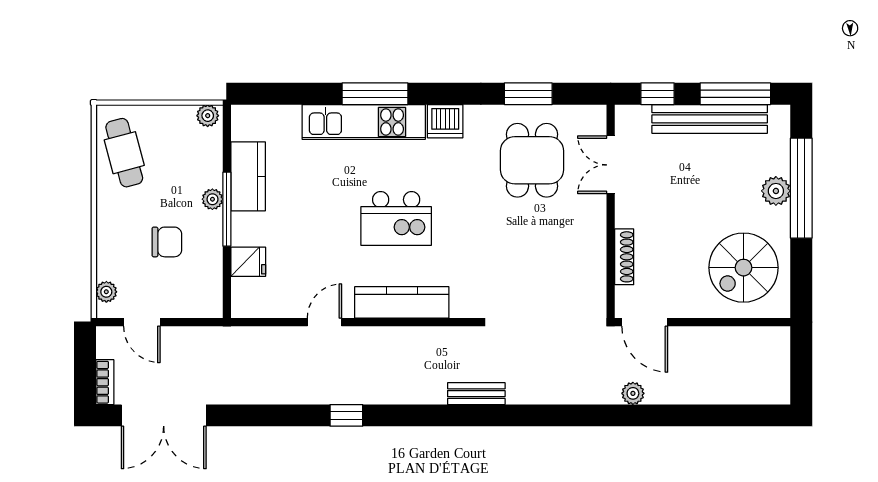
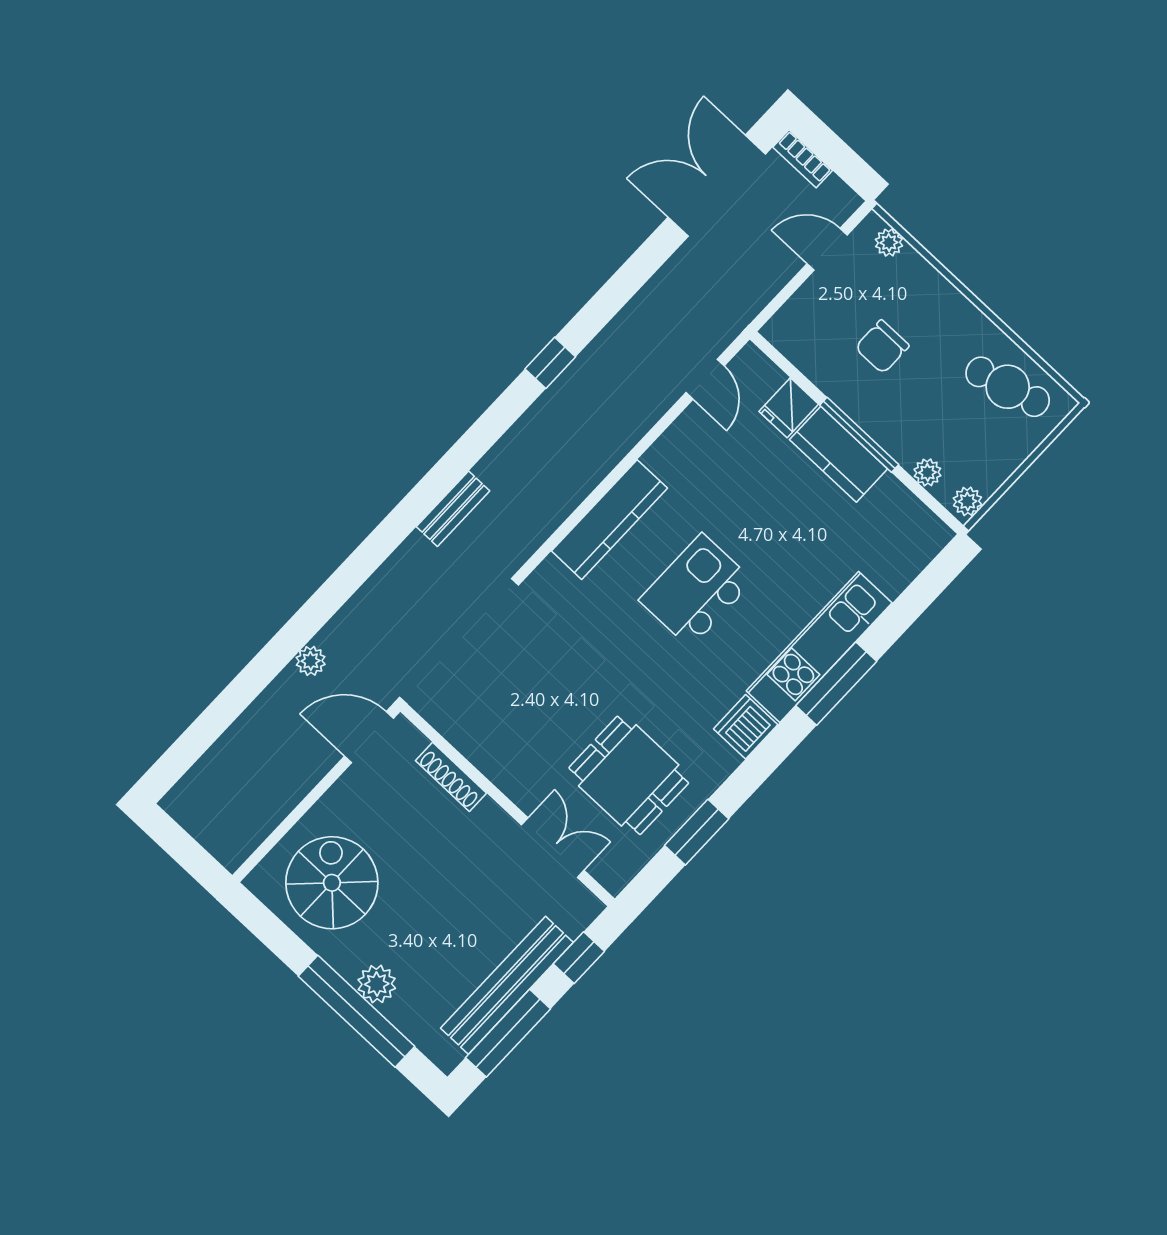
kitchen counter: (248, 176) -> (839, 454), moved
plant: (212, 199) -> (927, 472), moved
door: (324, 322) -> (705, 379), moved

